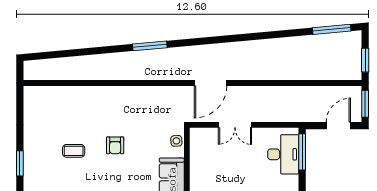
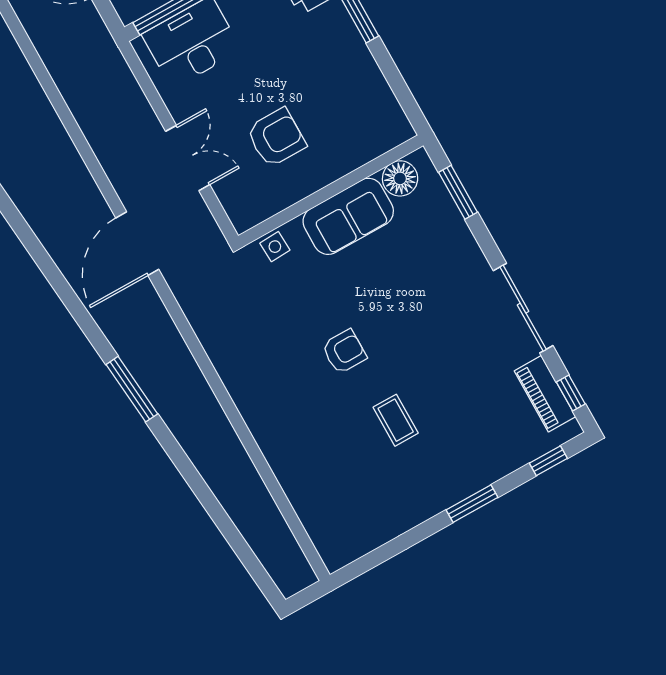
door: (211, 83) -> (137, 244), swing flipped
armchair: (222, 168) -> (276, 138), added

